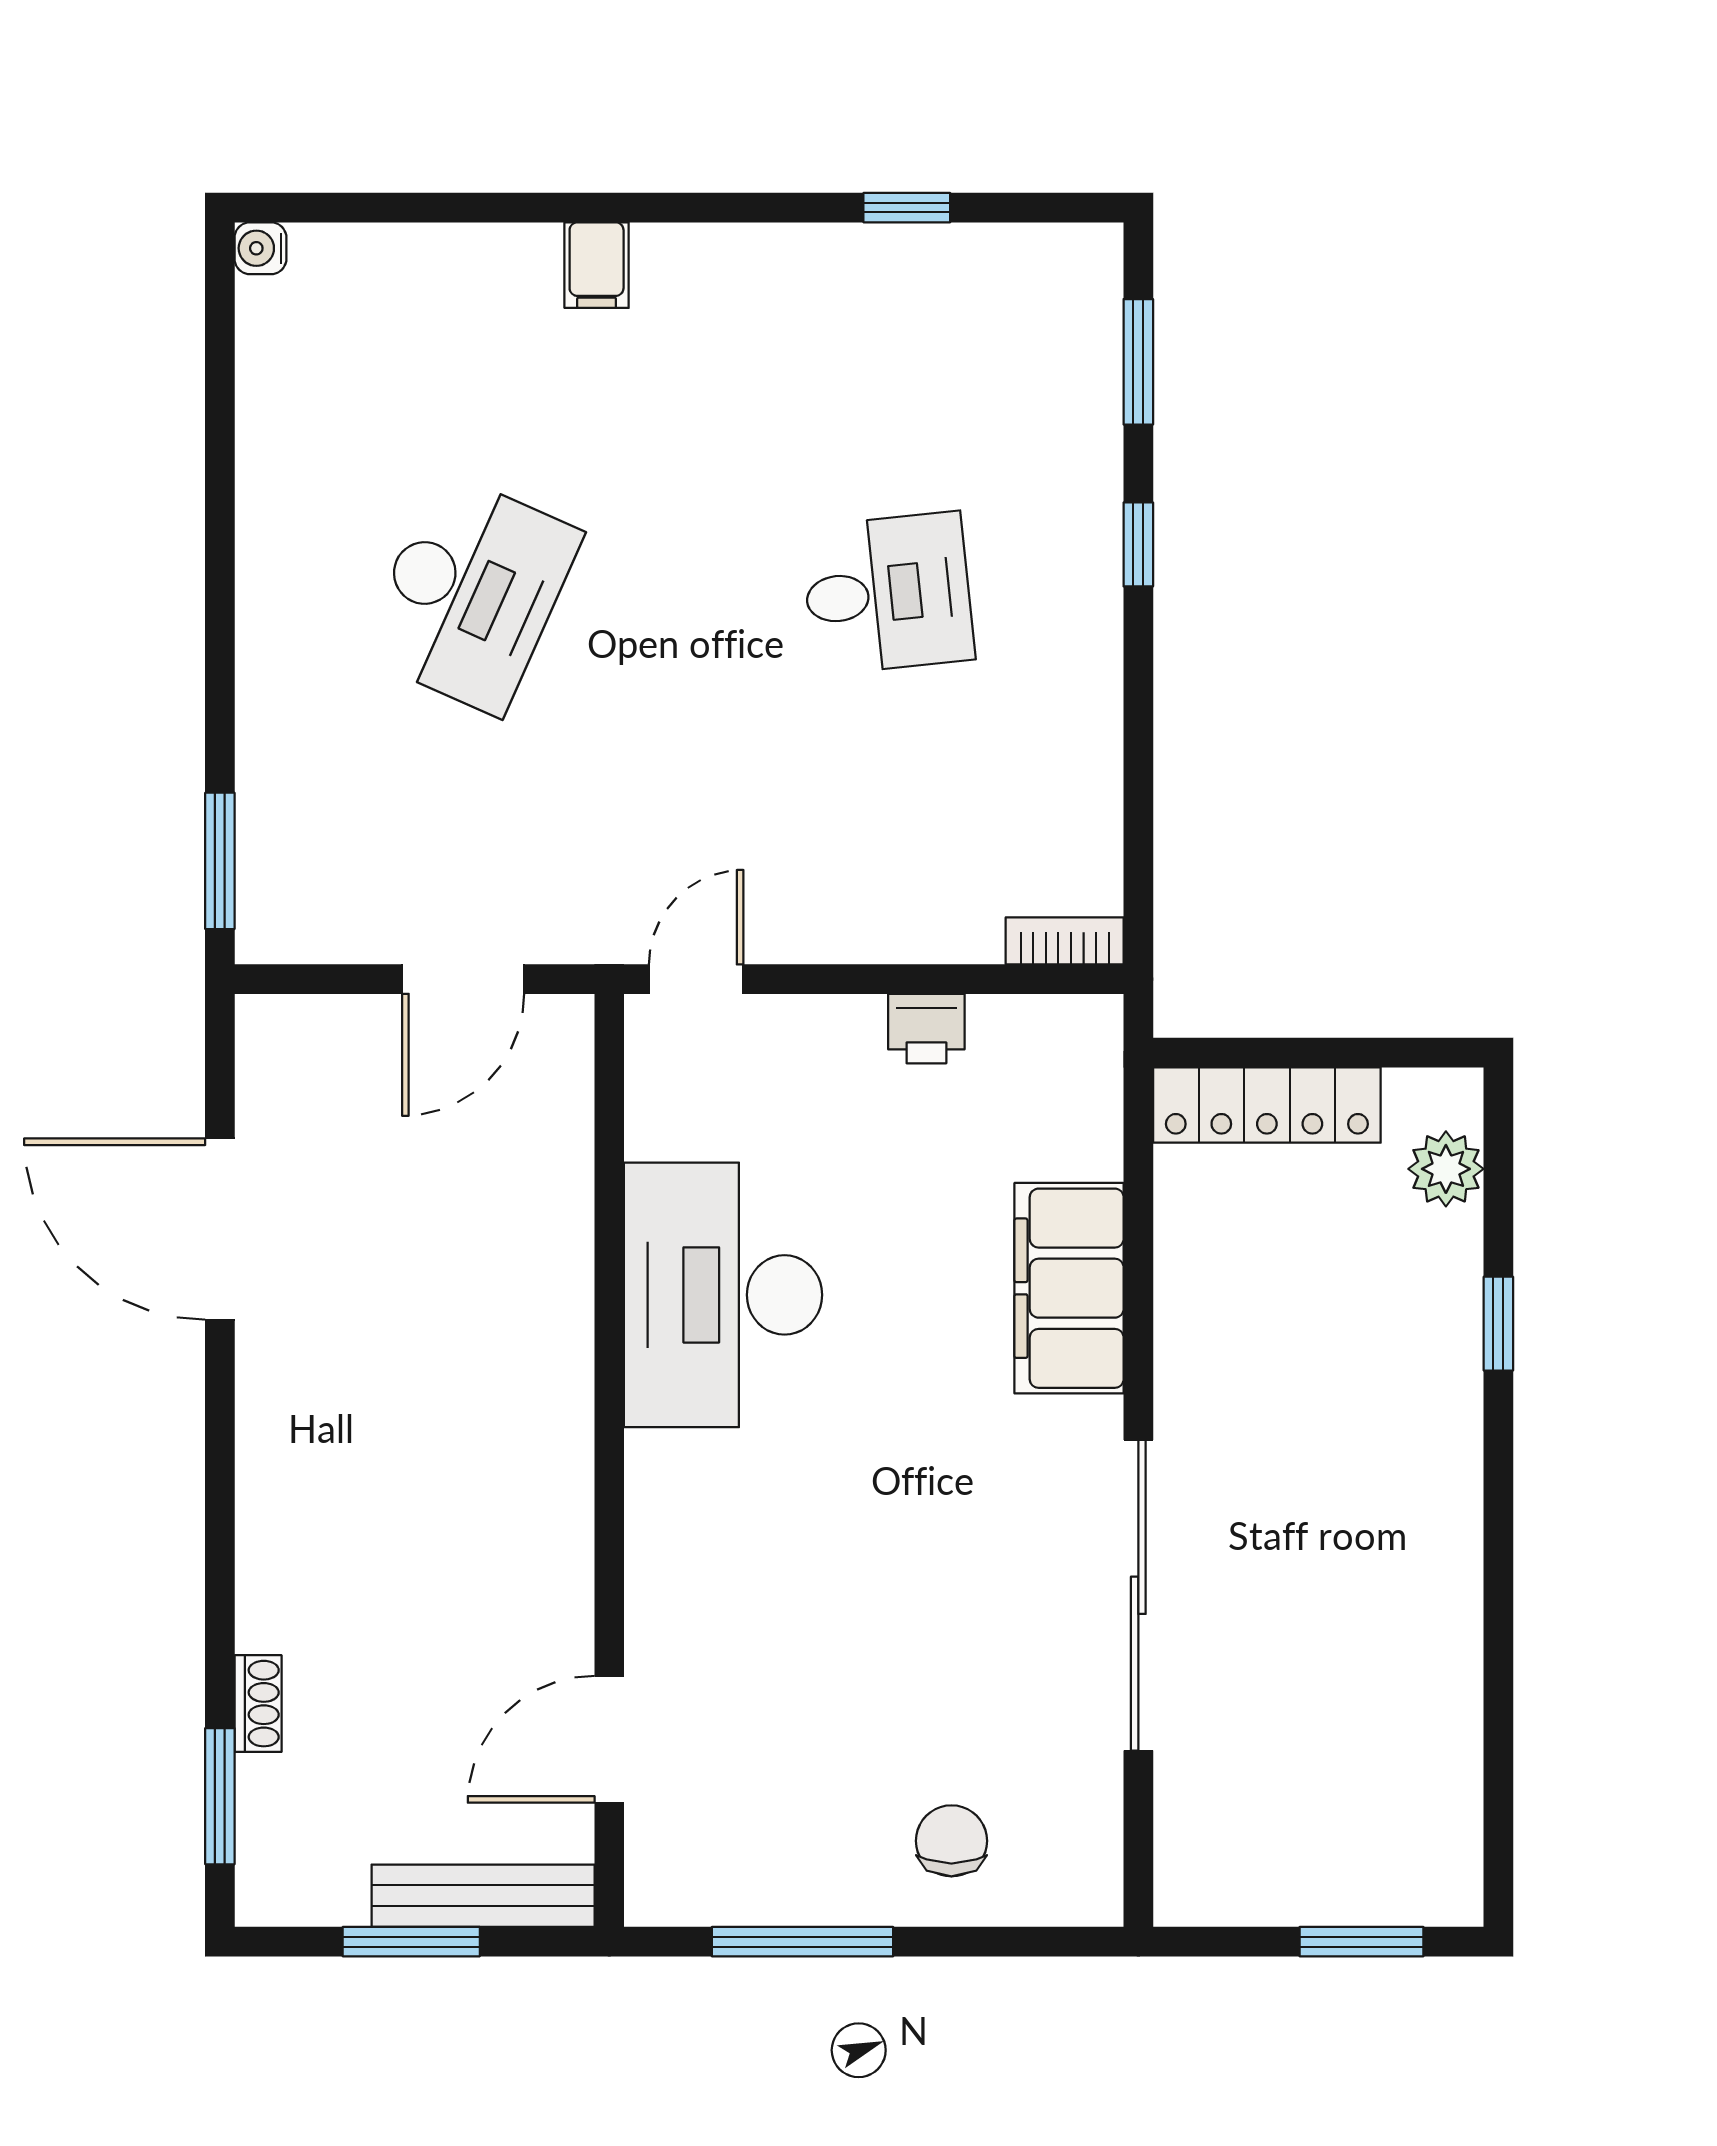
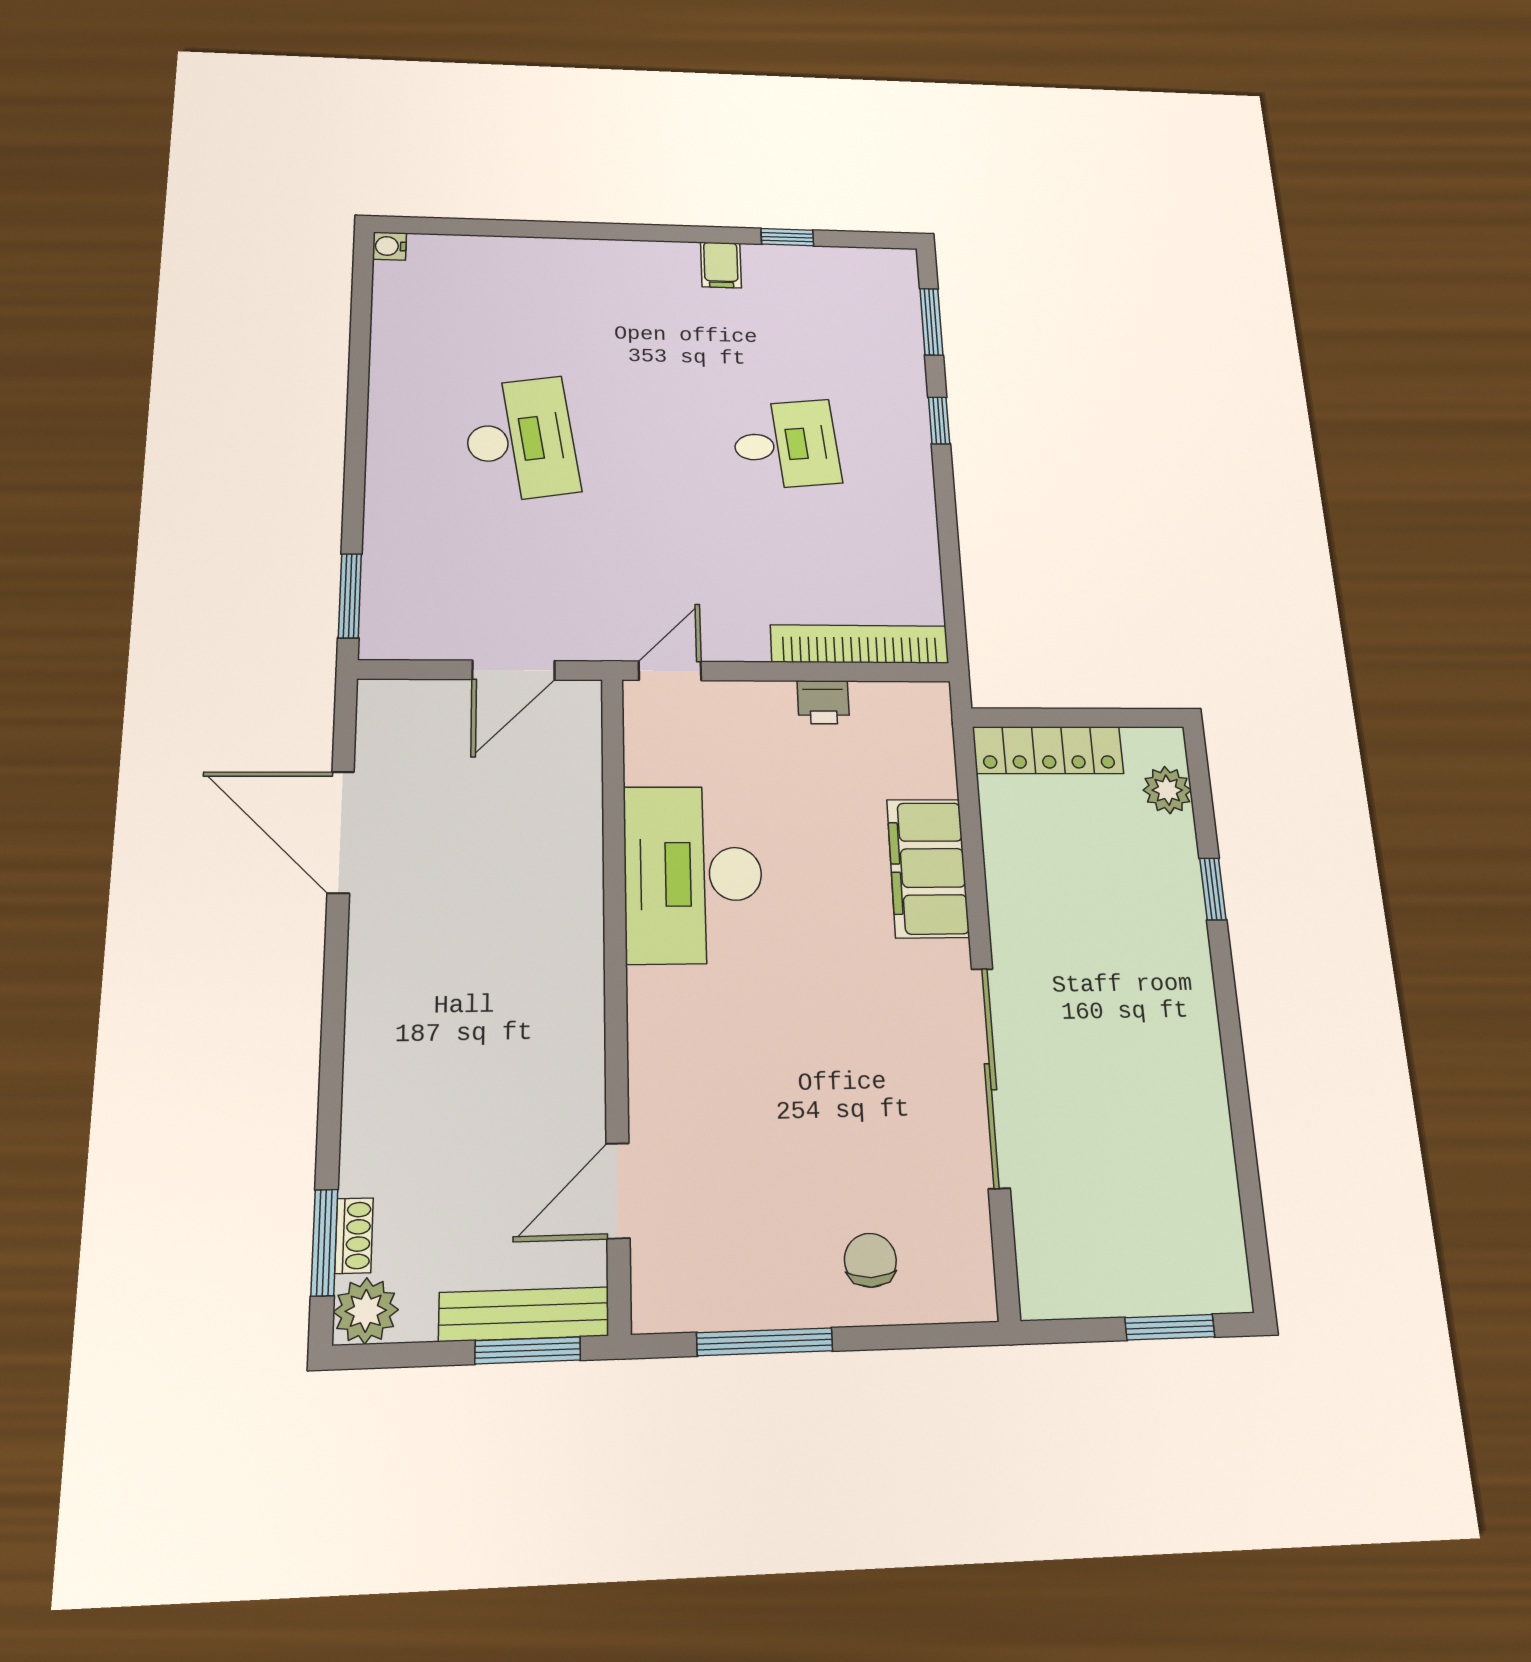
filing cabinet: (597, 265) -> (721, 265), moved
desk: (471, 593) -> (520, 440), turned -33
bookcase: (1065, 941) -> (860, 644), width x2.31, depth x1.31
shoe rack: (258, 1704) -> (354, 1236), moved
plant: (277, 1885) -> (366, 1311), added
window: (411, 1942) -> (528, 1350), moved

